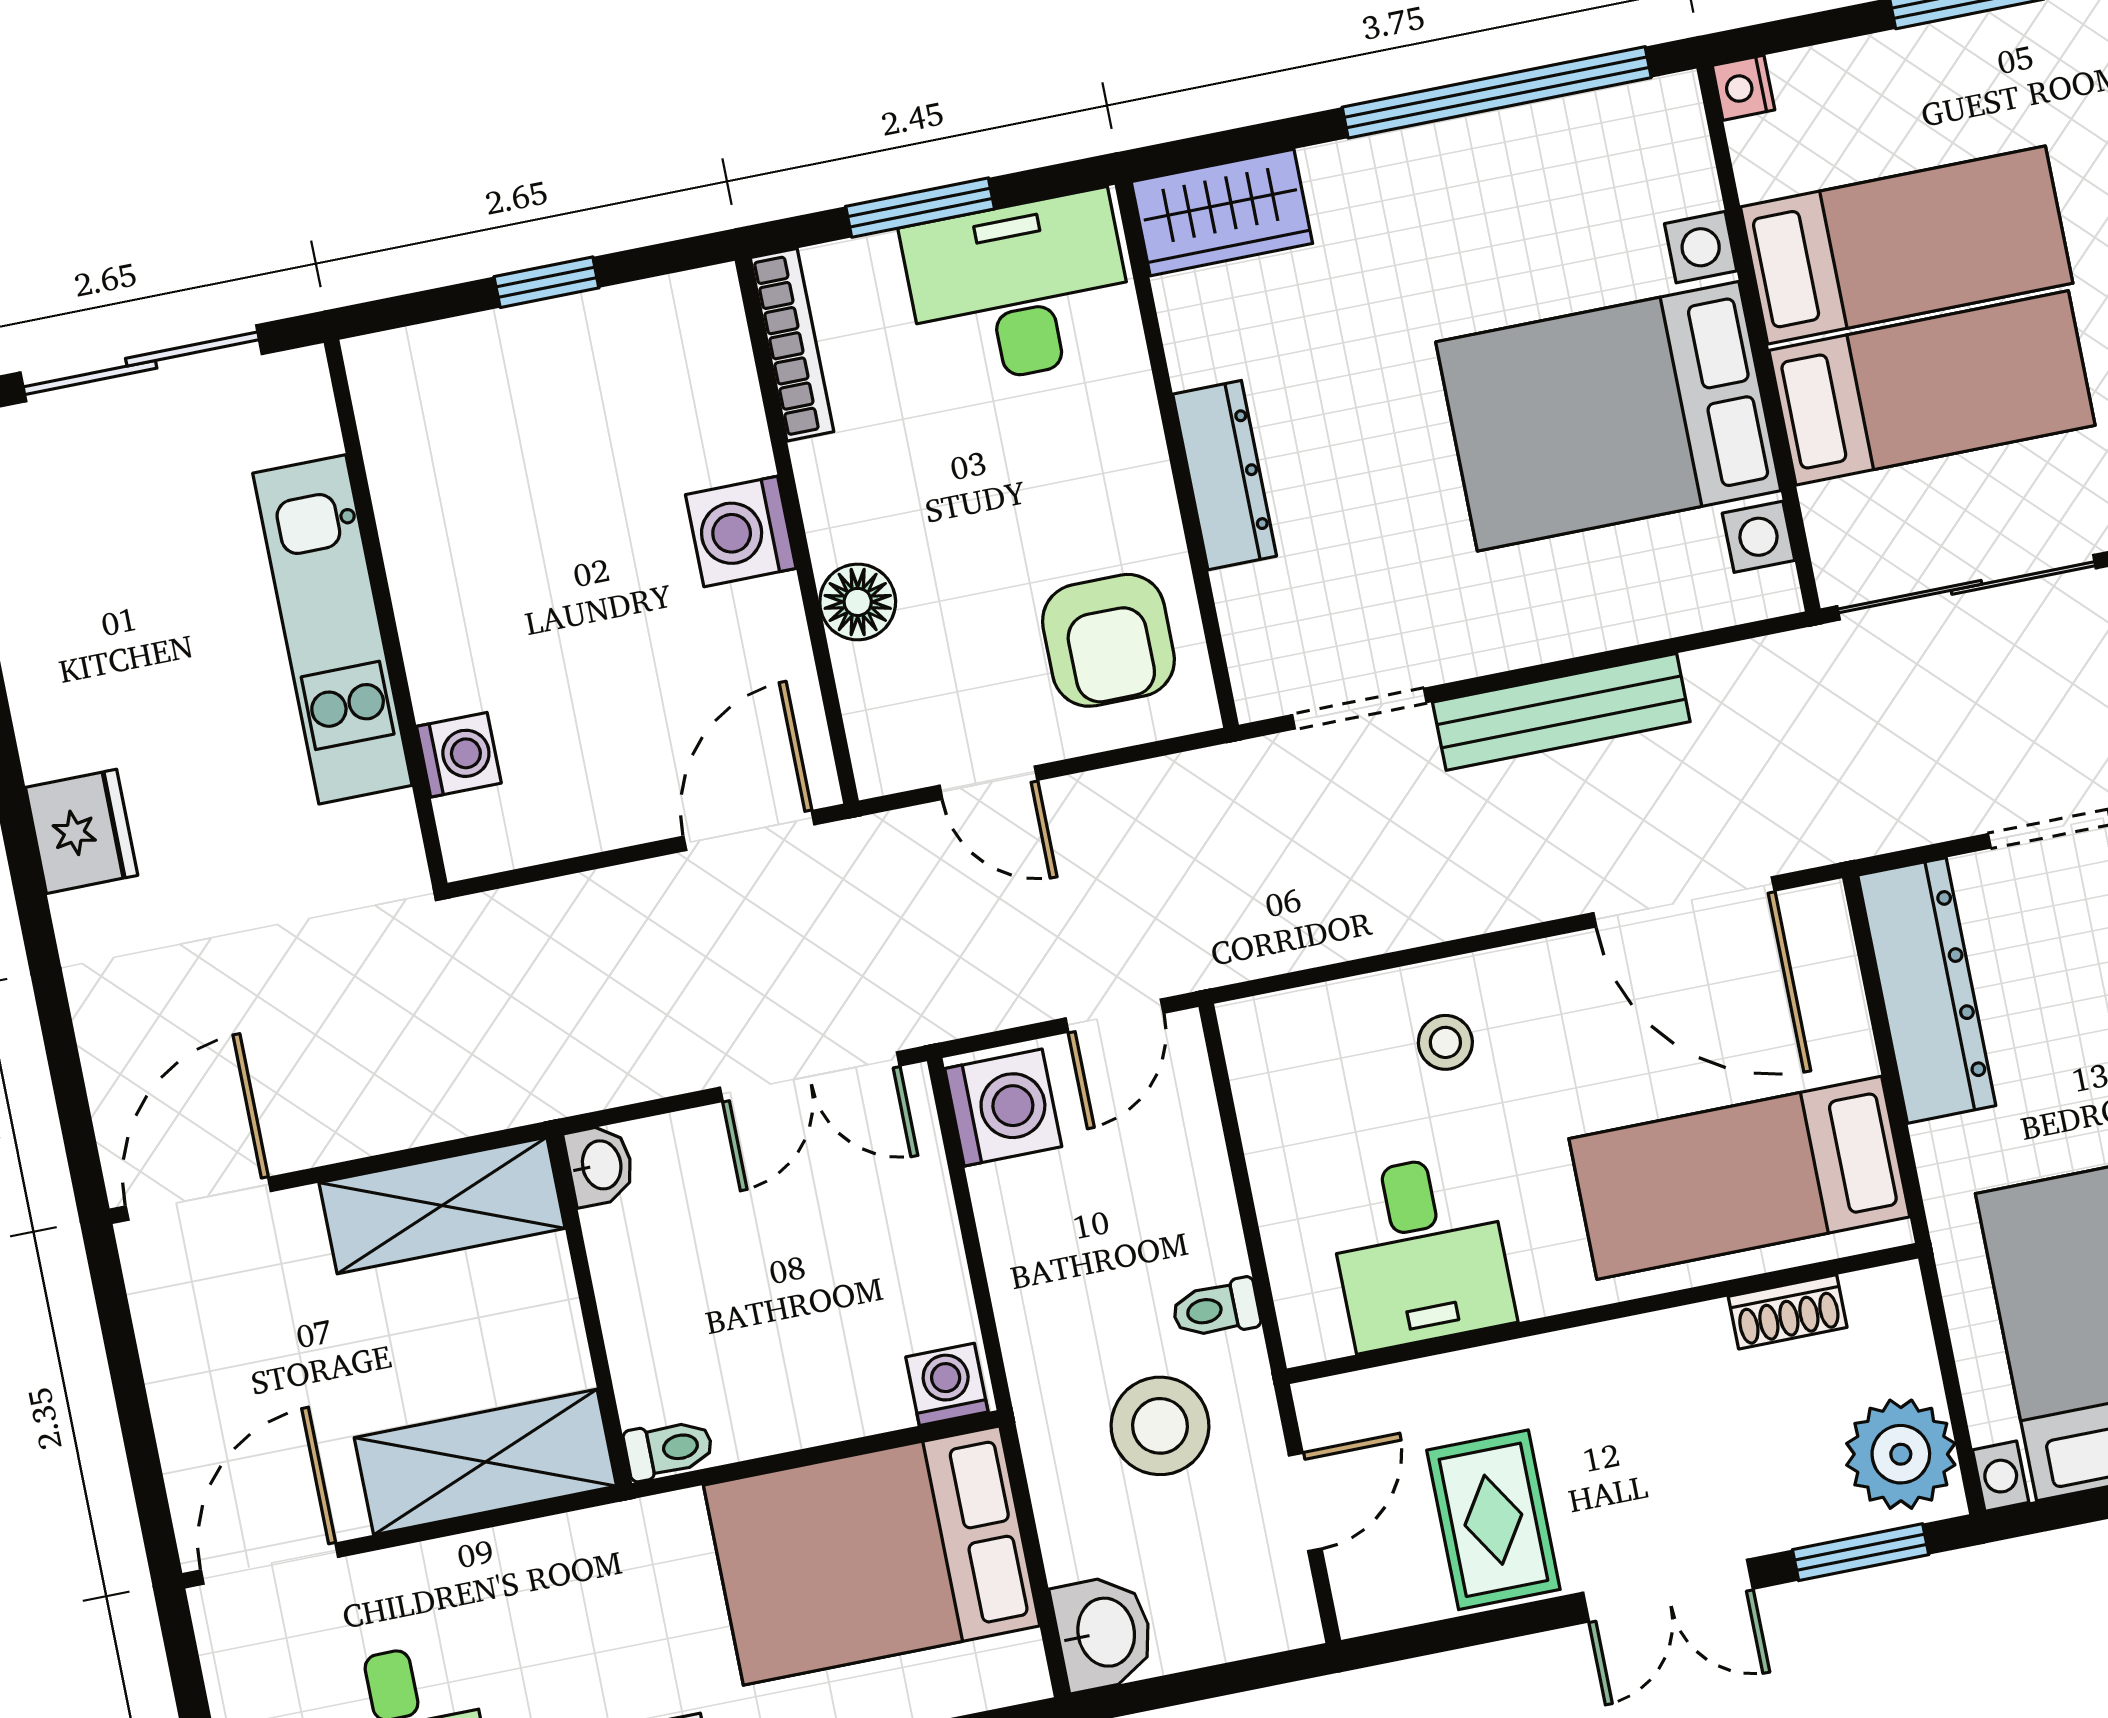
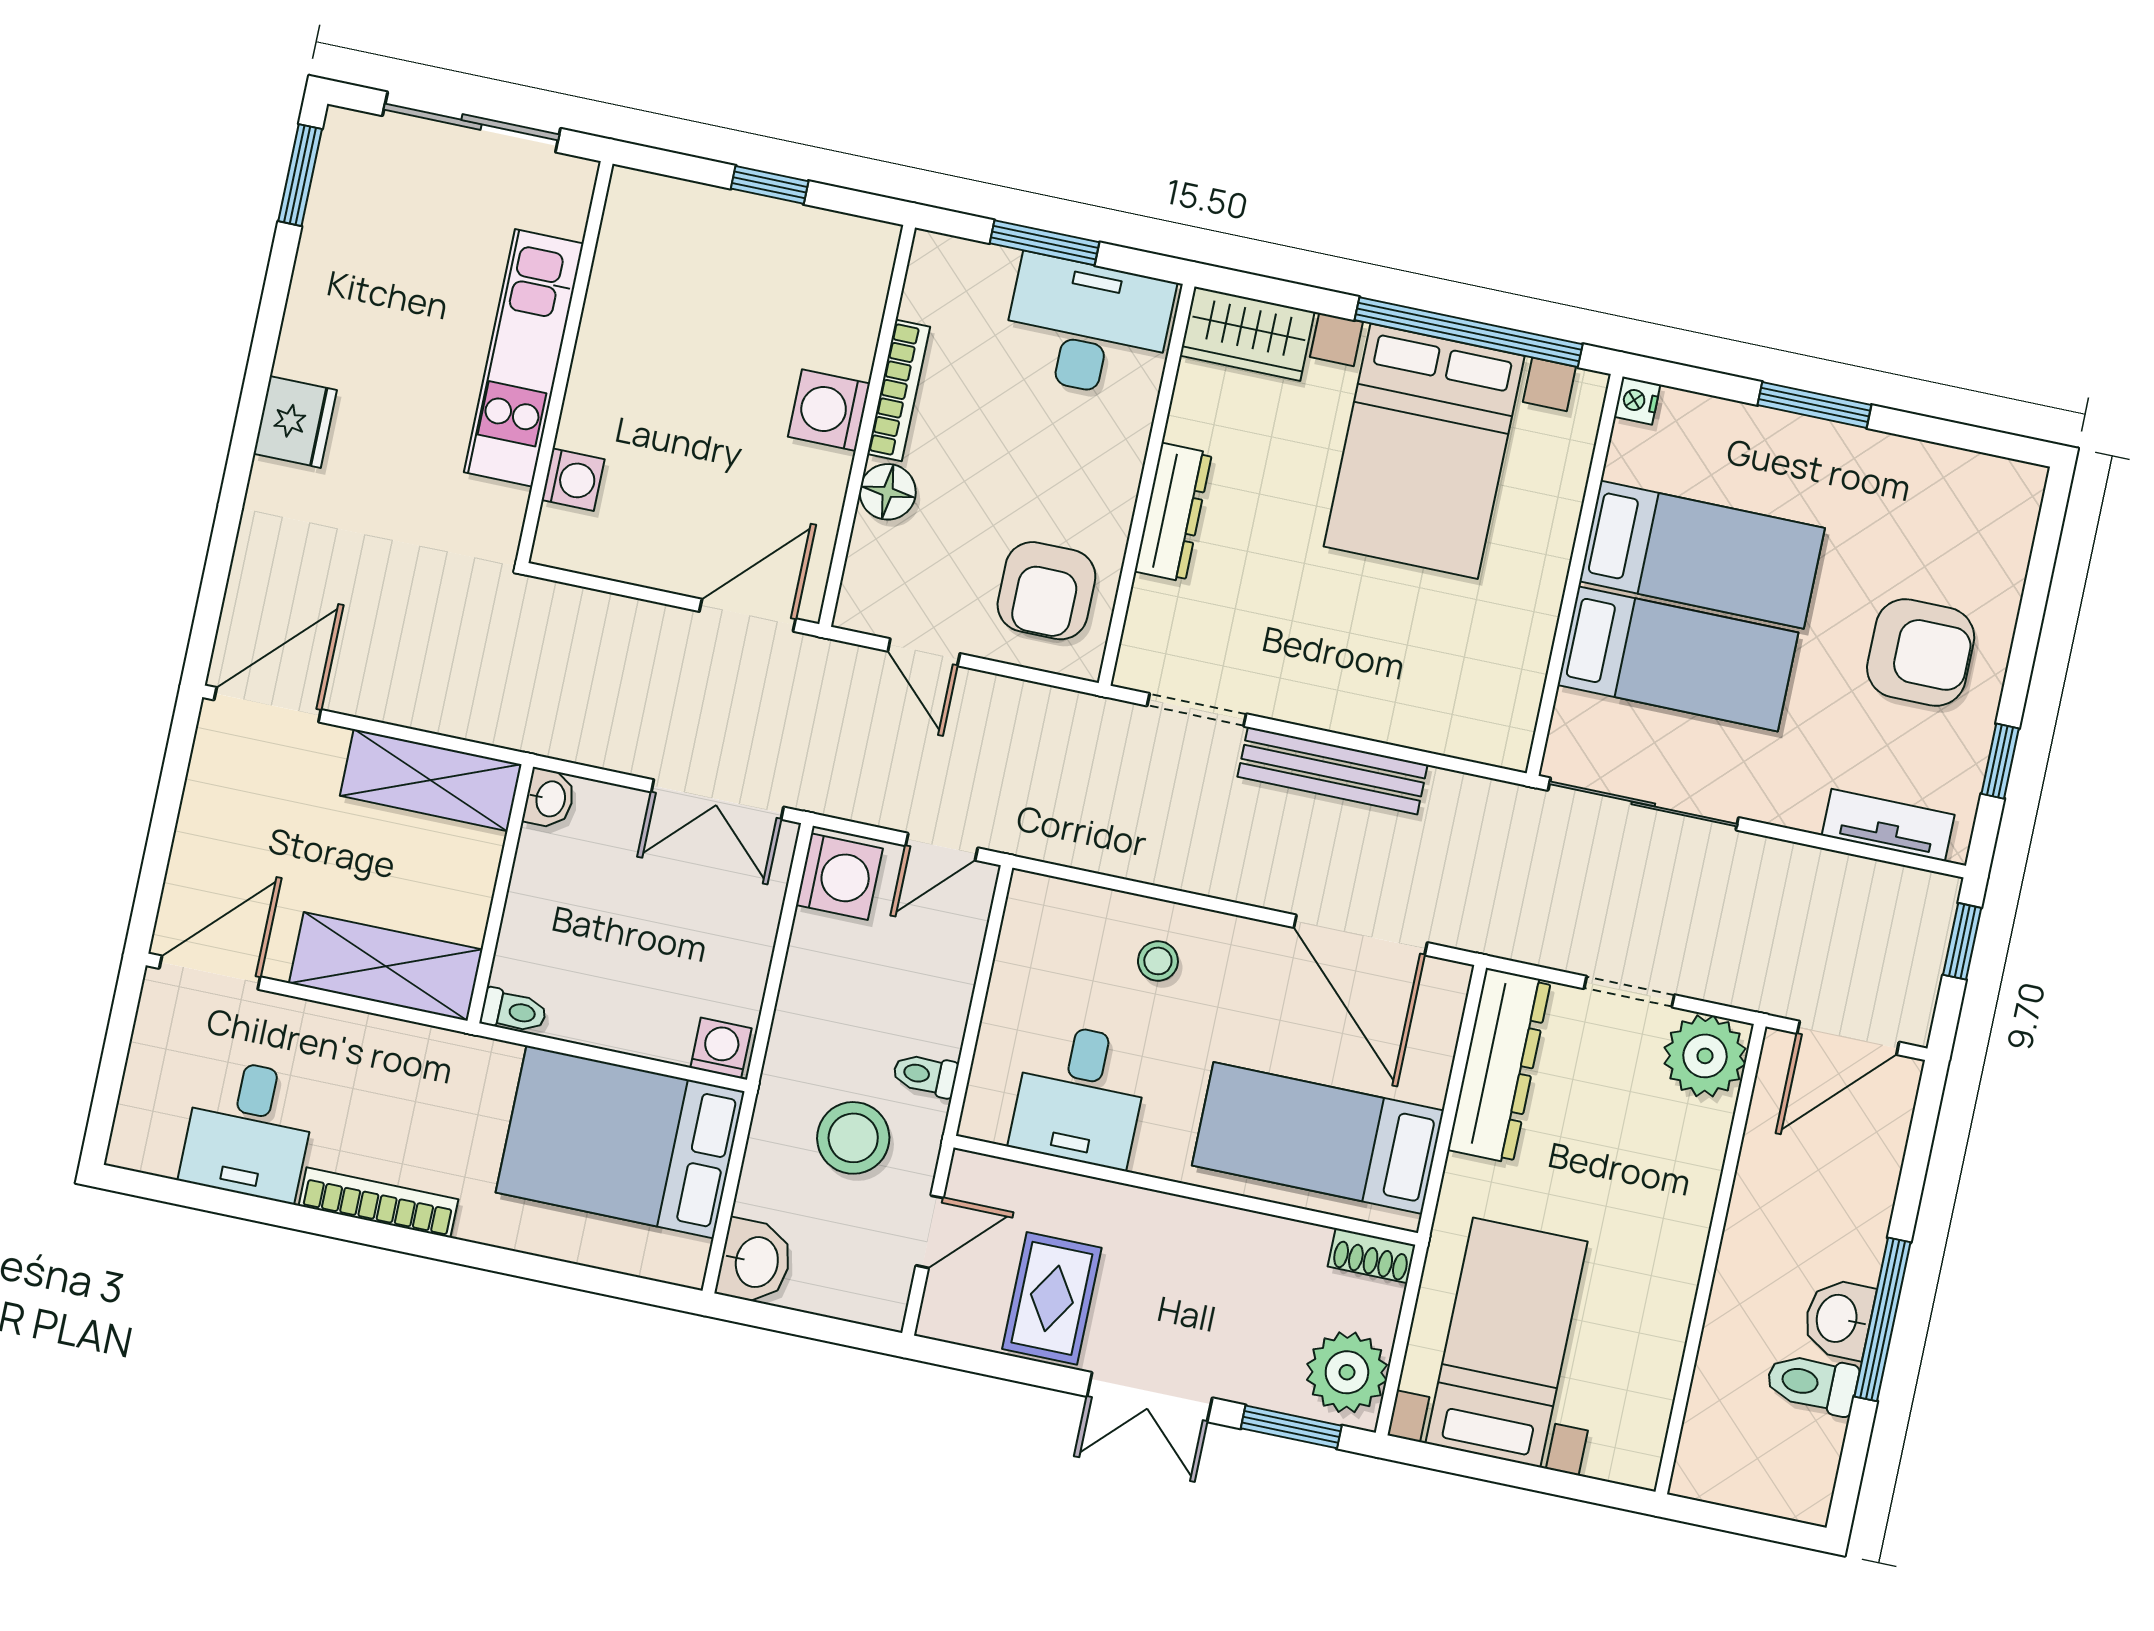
bookcase: (792, 345) -> (899, 390), moved
bed with nightstands: (1608, 416) -> (1424, 451), moved, turned -90
shoe rack: (1788, 1312) -> (1372, 1256), moved

